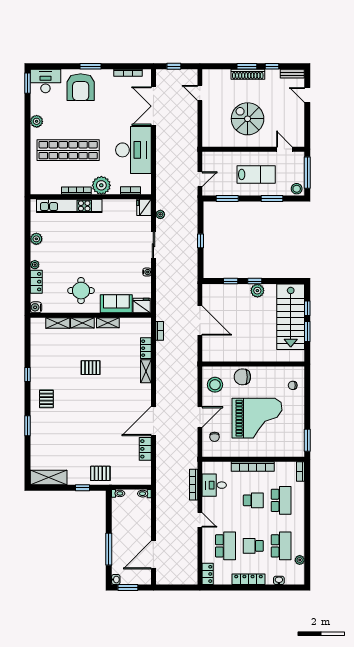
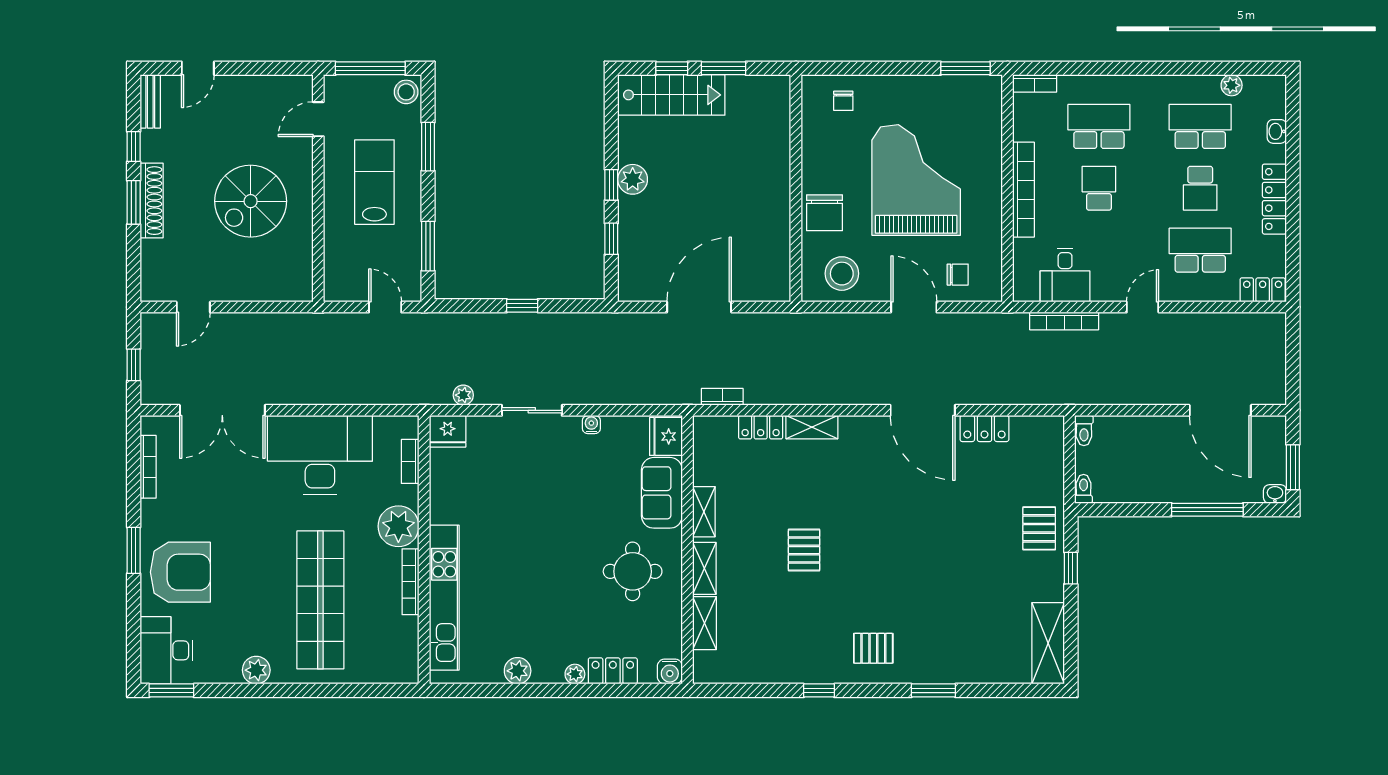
stairs: (291, 317) -> (671, 95), width x0.73, depth x0.66

